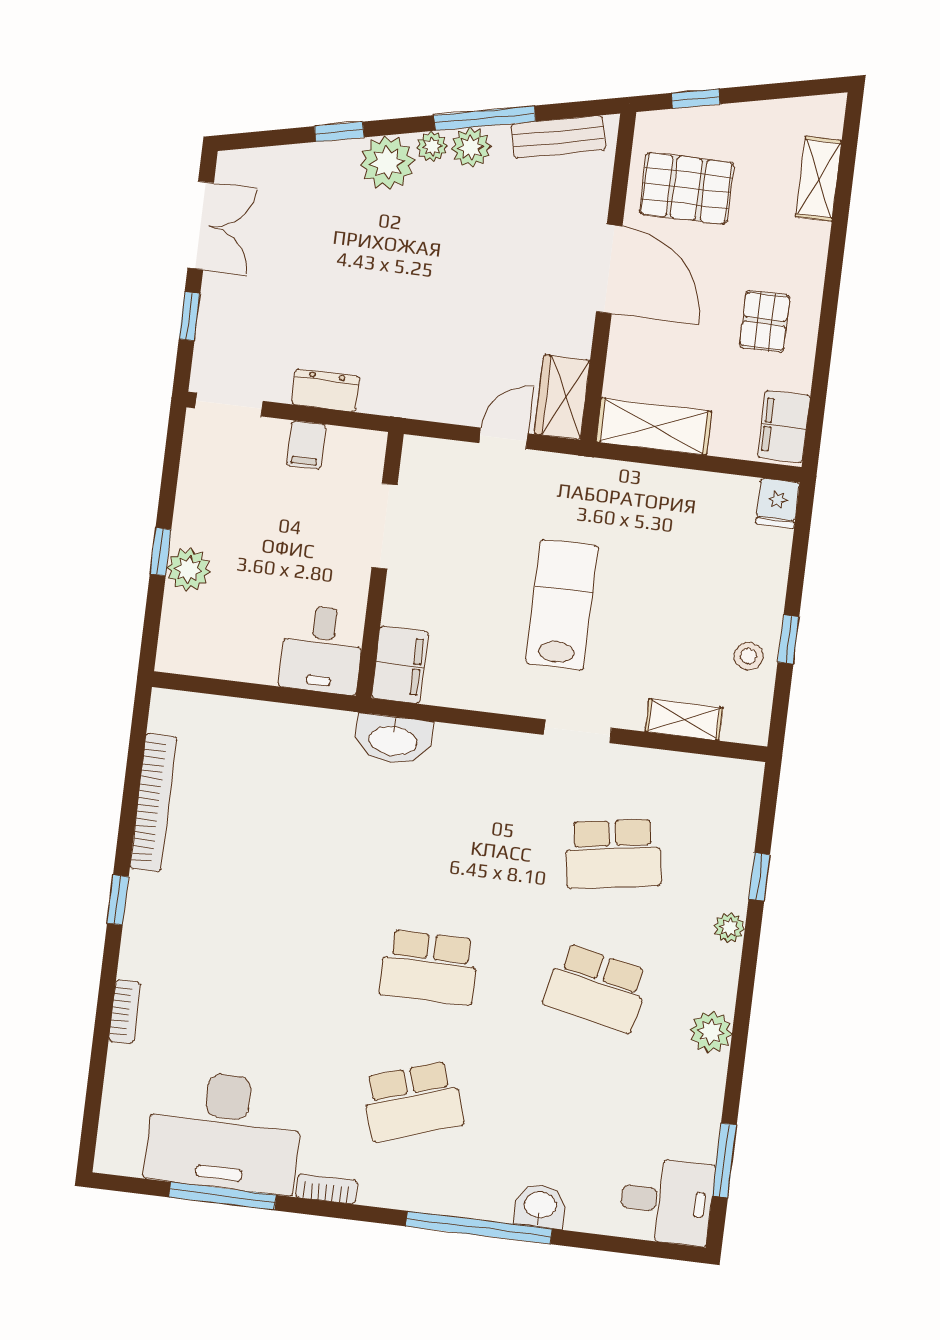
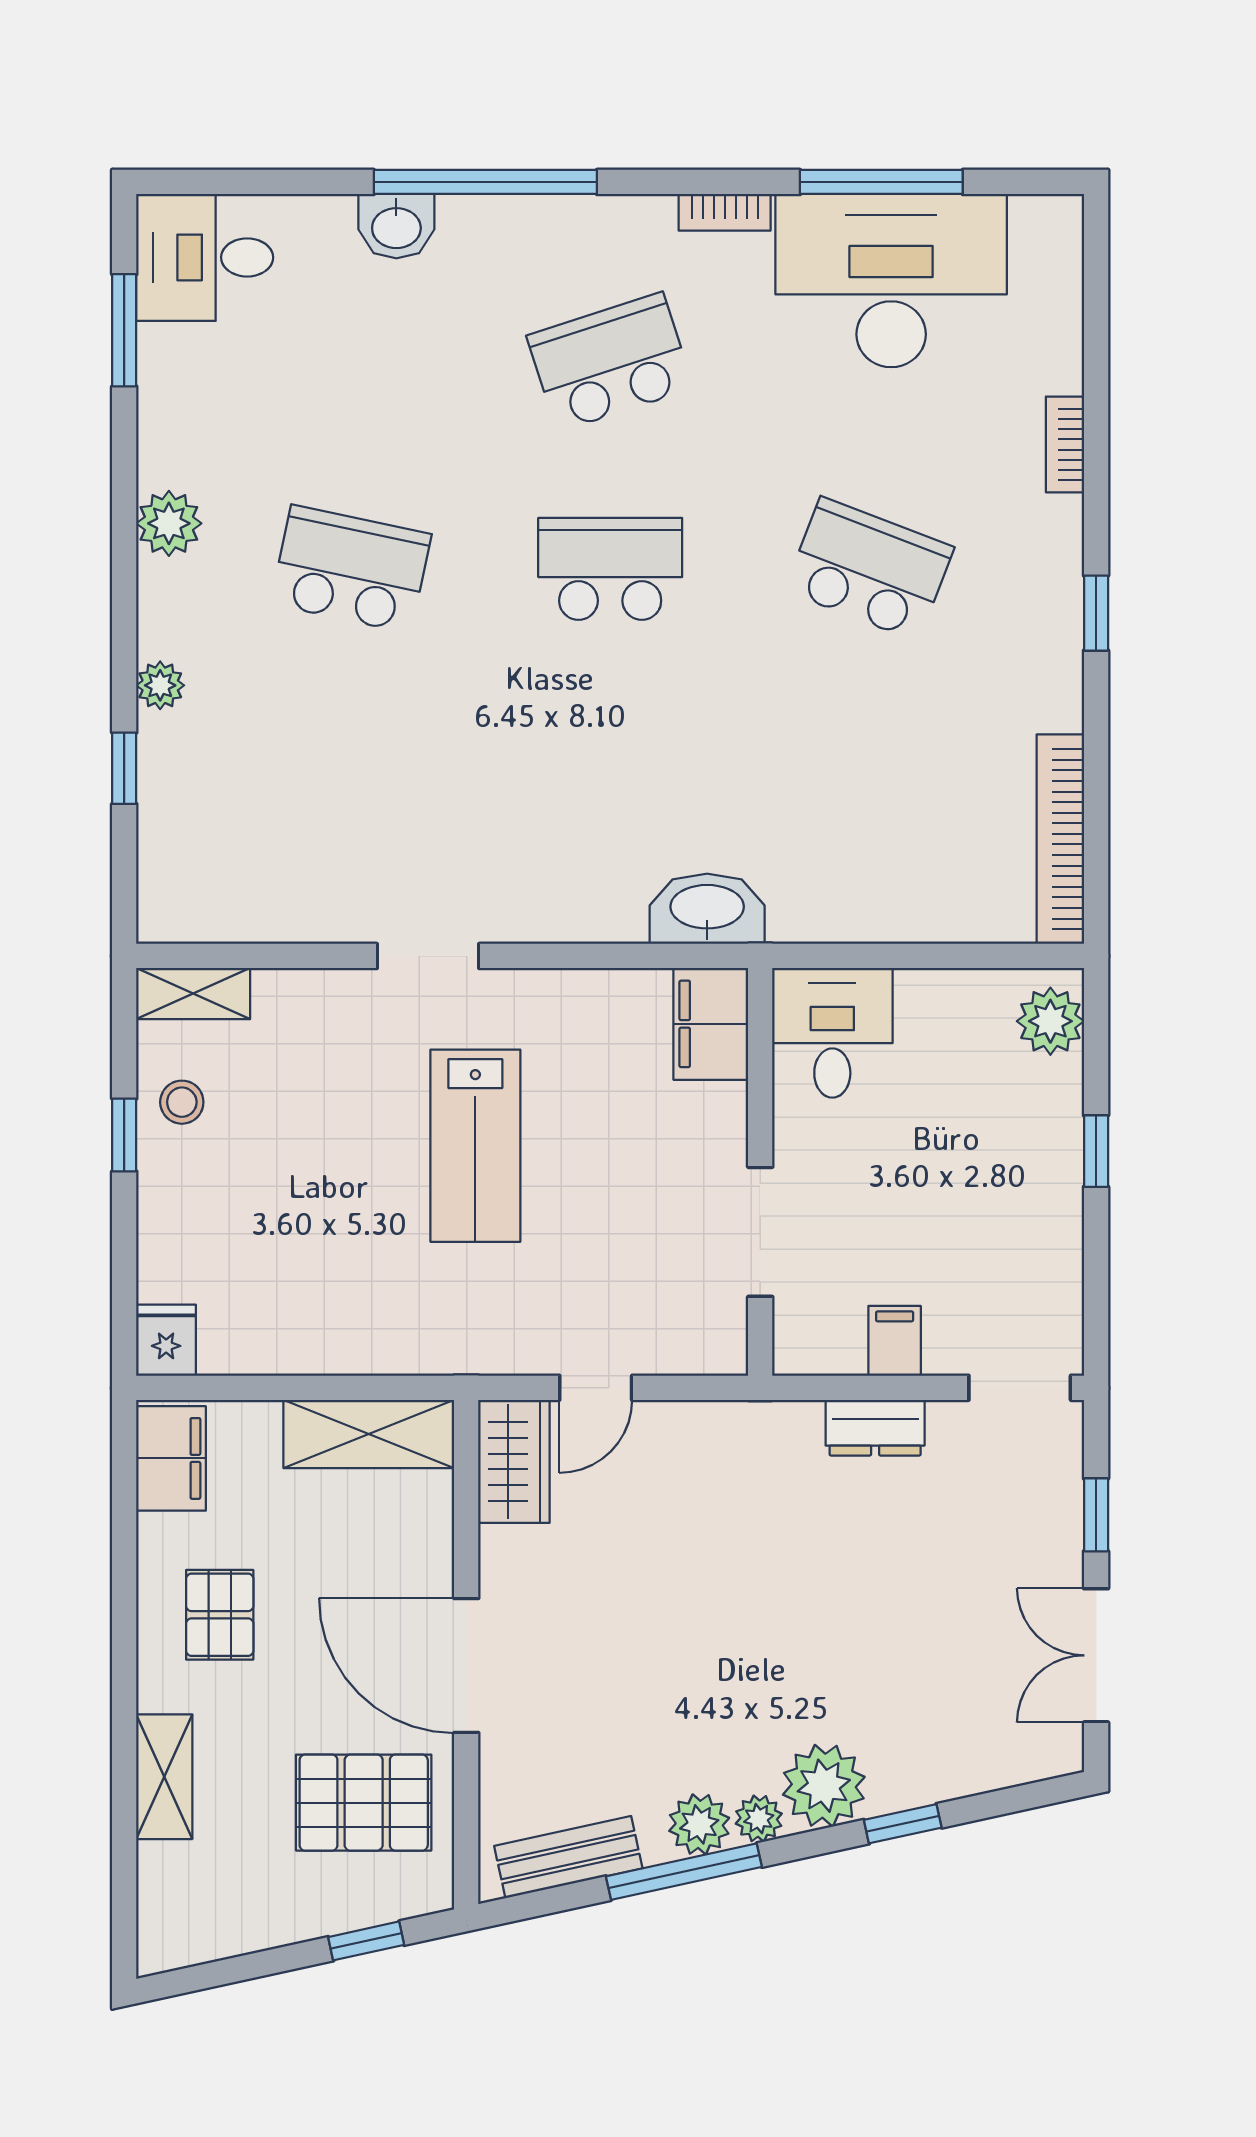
shelving: (819, 179) -> (164, 1777), moved
plant: (188, 570) -> (1050, 1021), moved
shelving: (684, 720) -> (193, 994), moved
bookcase: (153, 803) -> (1060, 839), moved
school desk: (613, 854) -> (869, 569), moved, turned 30

